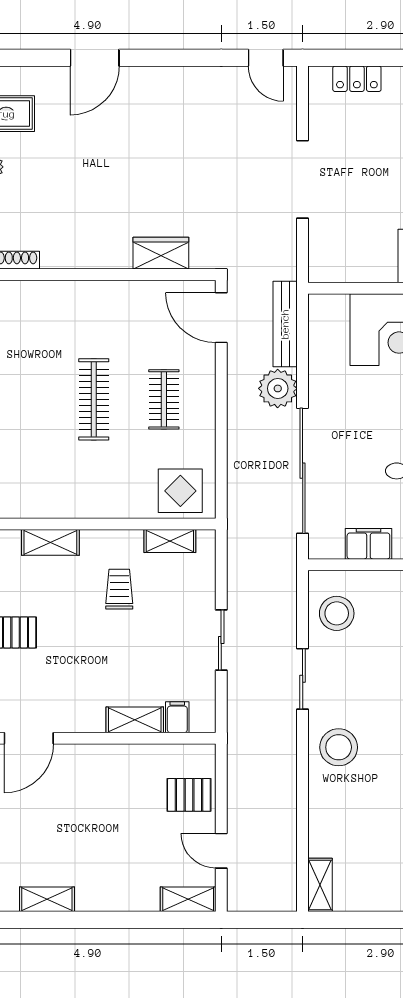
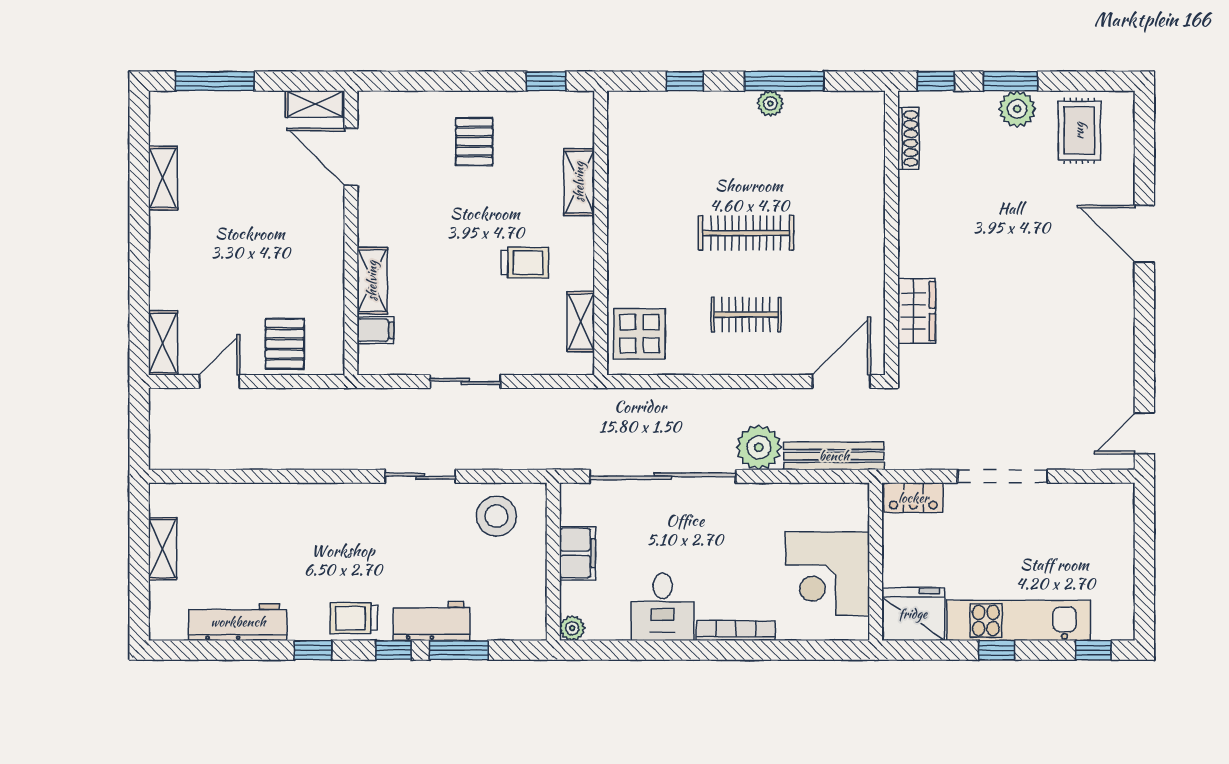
locker: (357, 79) -> (913, 498), moved, turned -90
stool: (339, 747) -> (340, 518), removed
shelving: (320, 885) -> (163, 549), moved, turned 90

